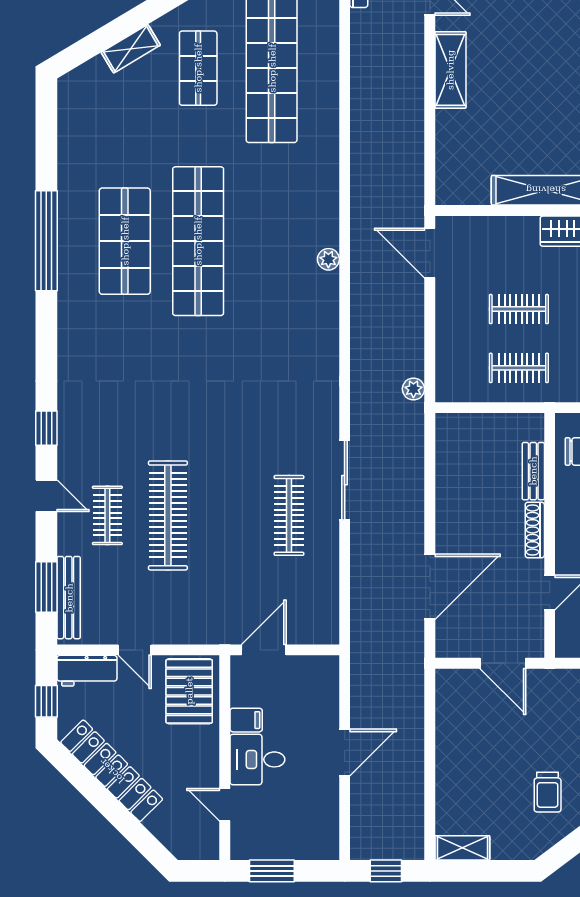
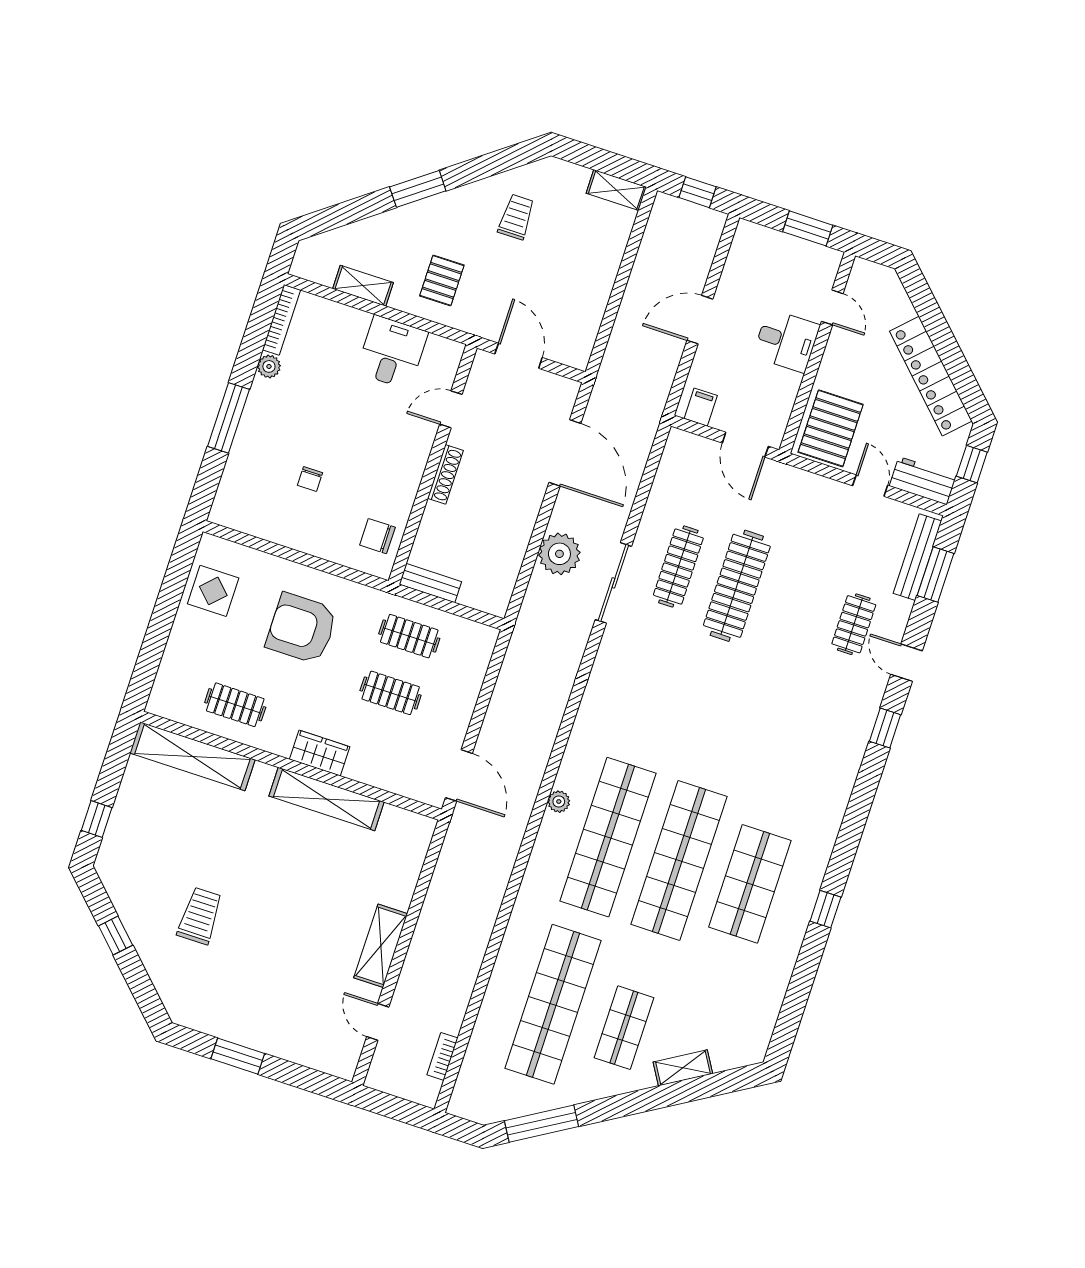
window: (46, 241) -> (825, 909), width x0.32
shop shelf: (272, 241) -> (608, 837), added
plant: (413, 389) -> (559, 554), moved, width x1.87, depth x1.87
bench: (533, 471) -> (430, 583), moved, turned 90
clothes rail: (168, 515) -> (737, 586), moved
door: (430, 587) -> (565, 453), swing flipped
door: (264, 650) -> (745, 445), hinge flipped
filing cabinet: (246, 720) -> (701, 407), moved, turned 90

